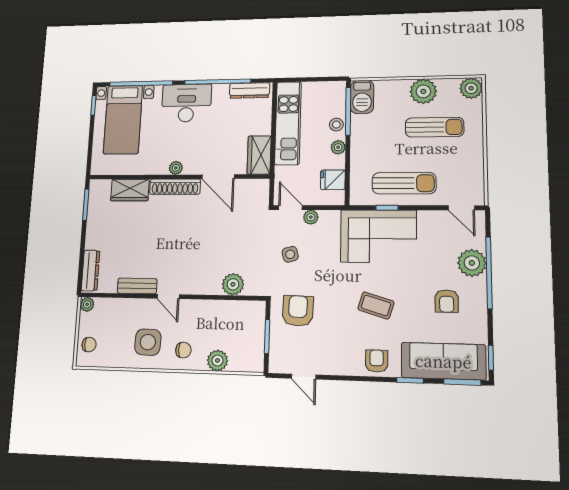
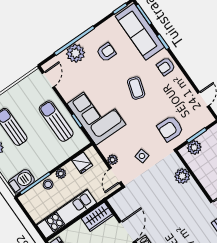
plant: (255, 323) -> (194, 147), added

